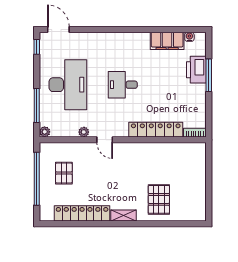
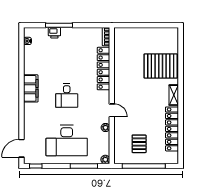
filing cabinet: (167, 41) -> (31, 88), moved
printer: (196, 70) -> (54, 33), width x0.53, depth x0.68
desk: (68, 85) -> (67, 141), turned 180
door: (105, 140) -> (112, 110), hinge flipped
pallet: (64, 173) -> (139, 144), turned 90
pallet: (159, 199) -> (161, 66), width x1.37, depth x1.41

